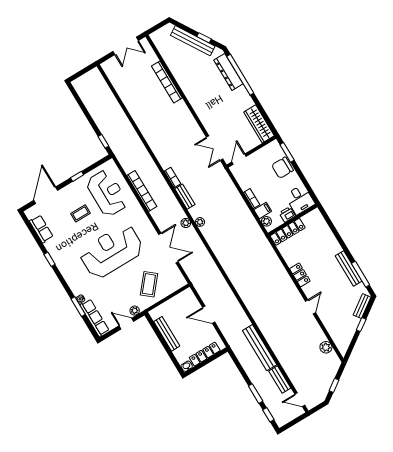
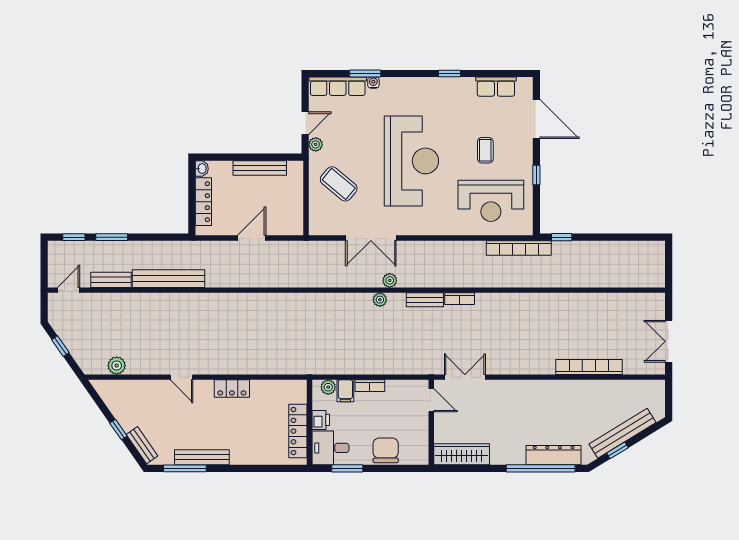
window: (287, 152) -> (347, 468), moved
bookcase: (142, 191) -> (519, 248), moved
locker: (288, 232) -> (298, 431), moved

